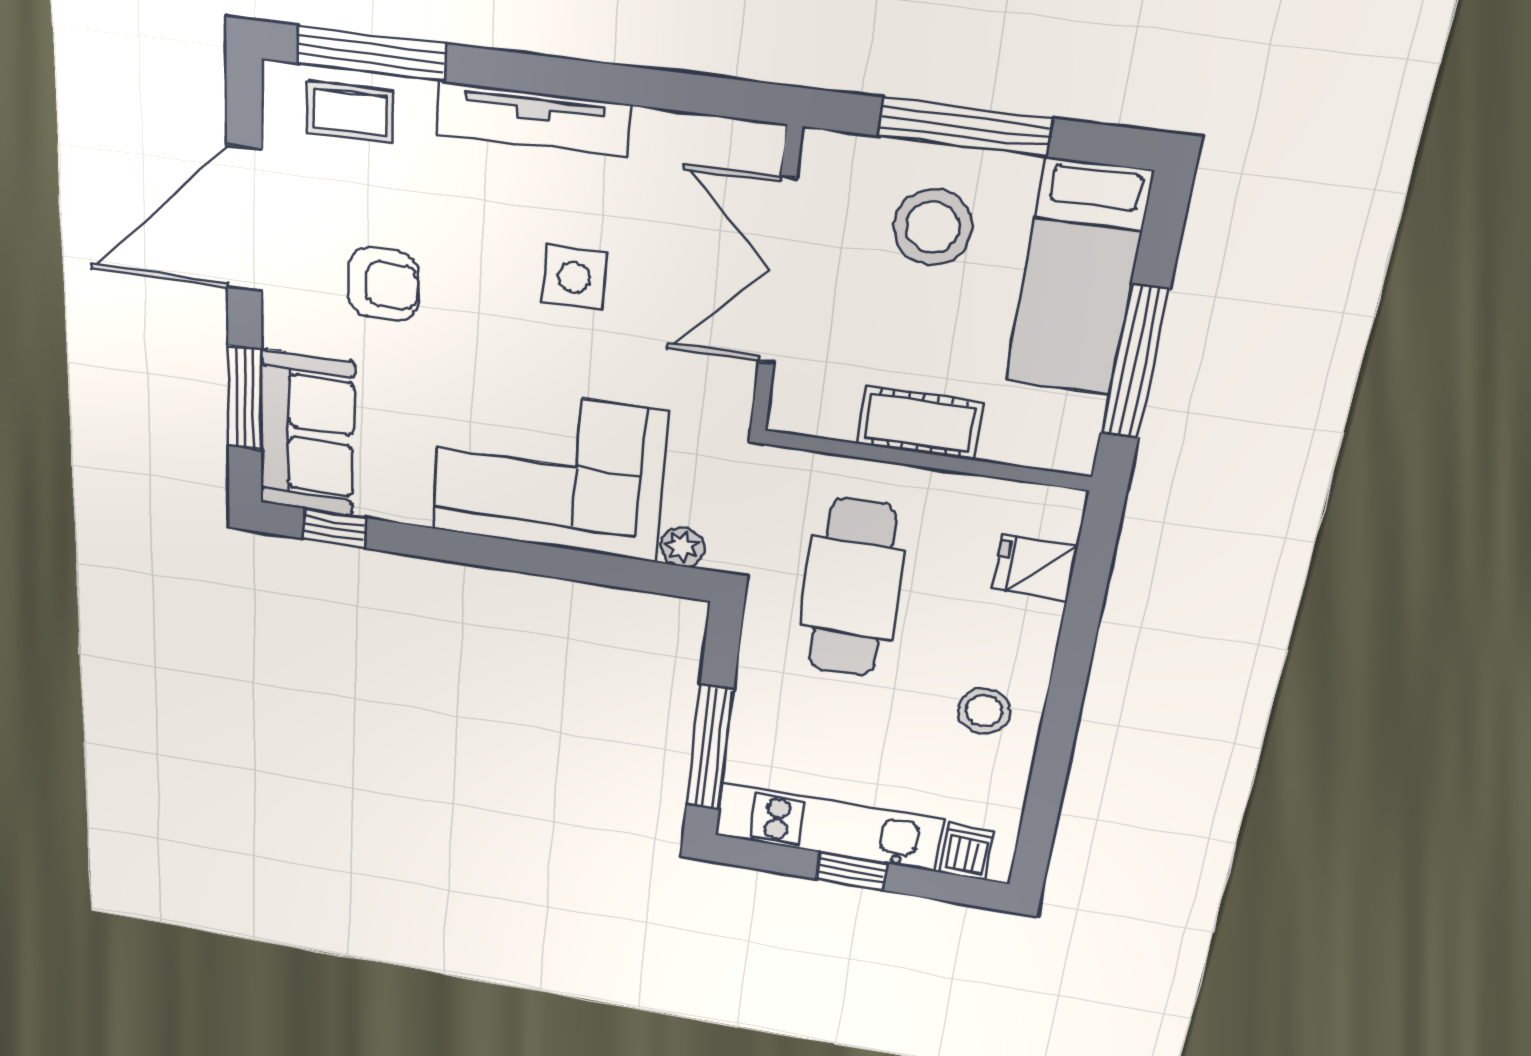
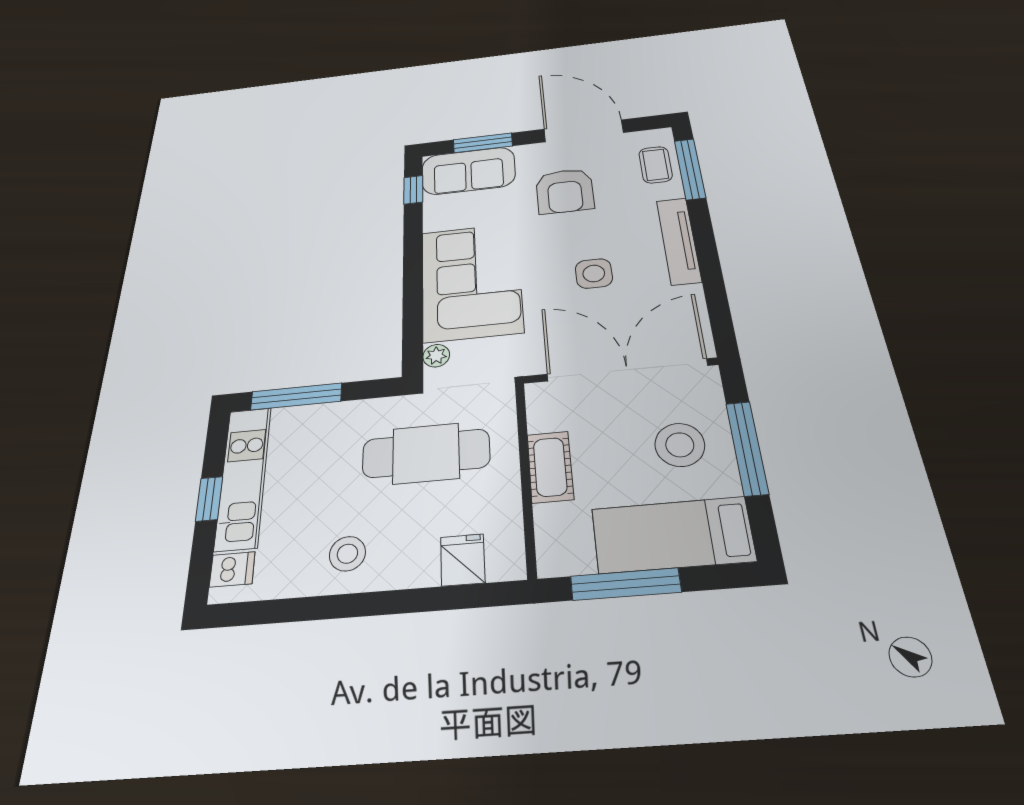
double door: (777, 272) -> (627, 370), width x1.36
armchair: (383, 284) -> (565, 191), width x1.38, depth x1.38

